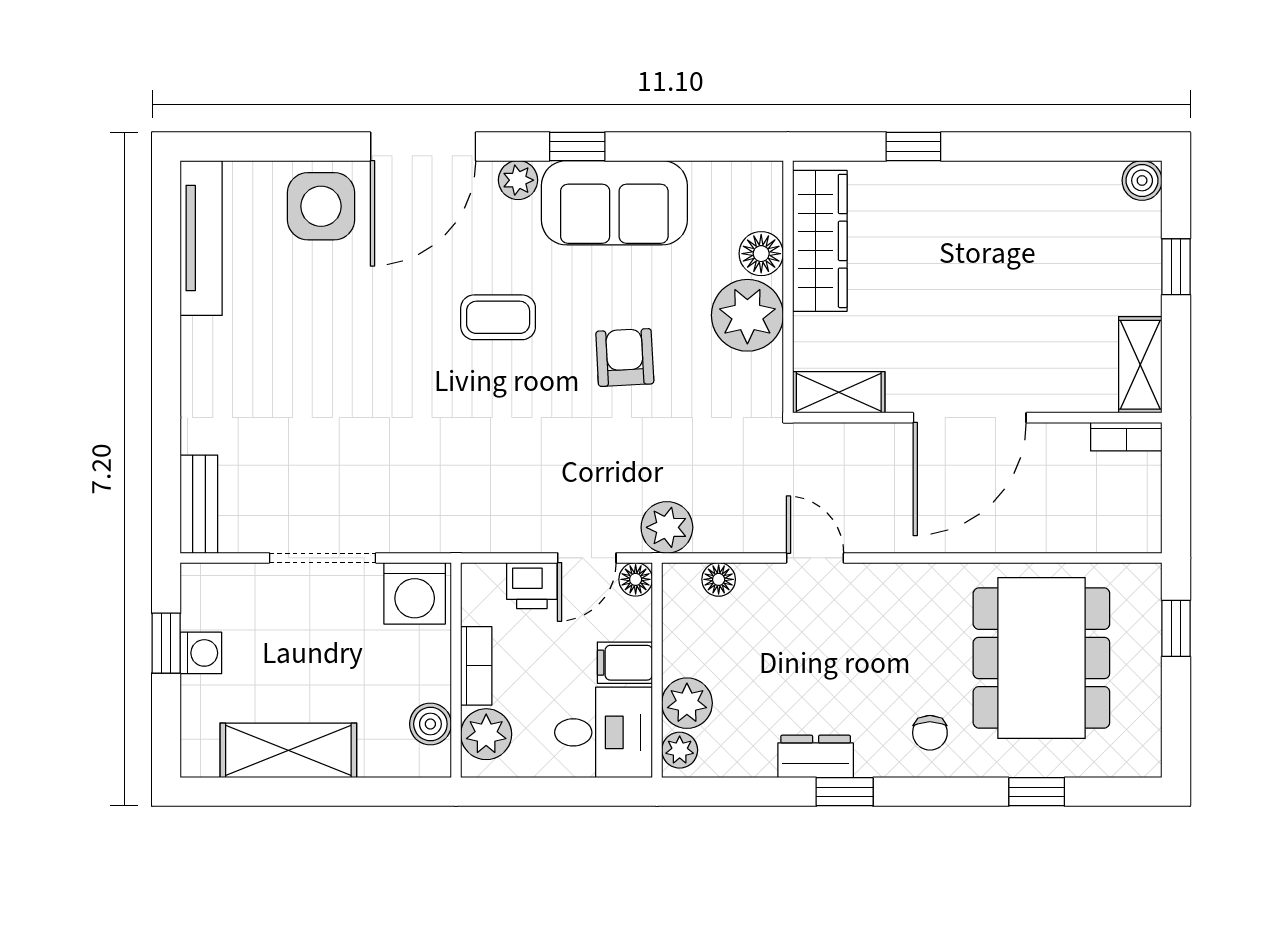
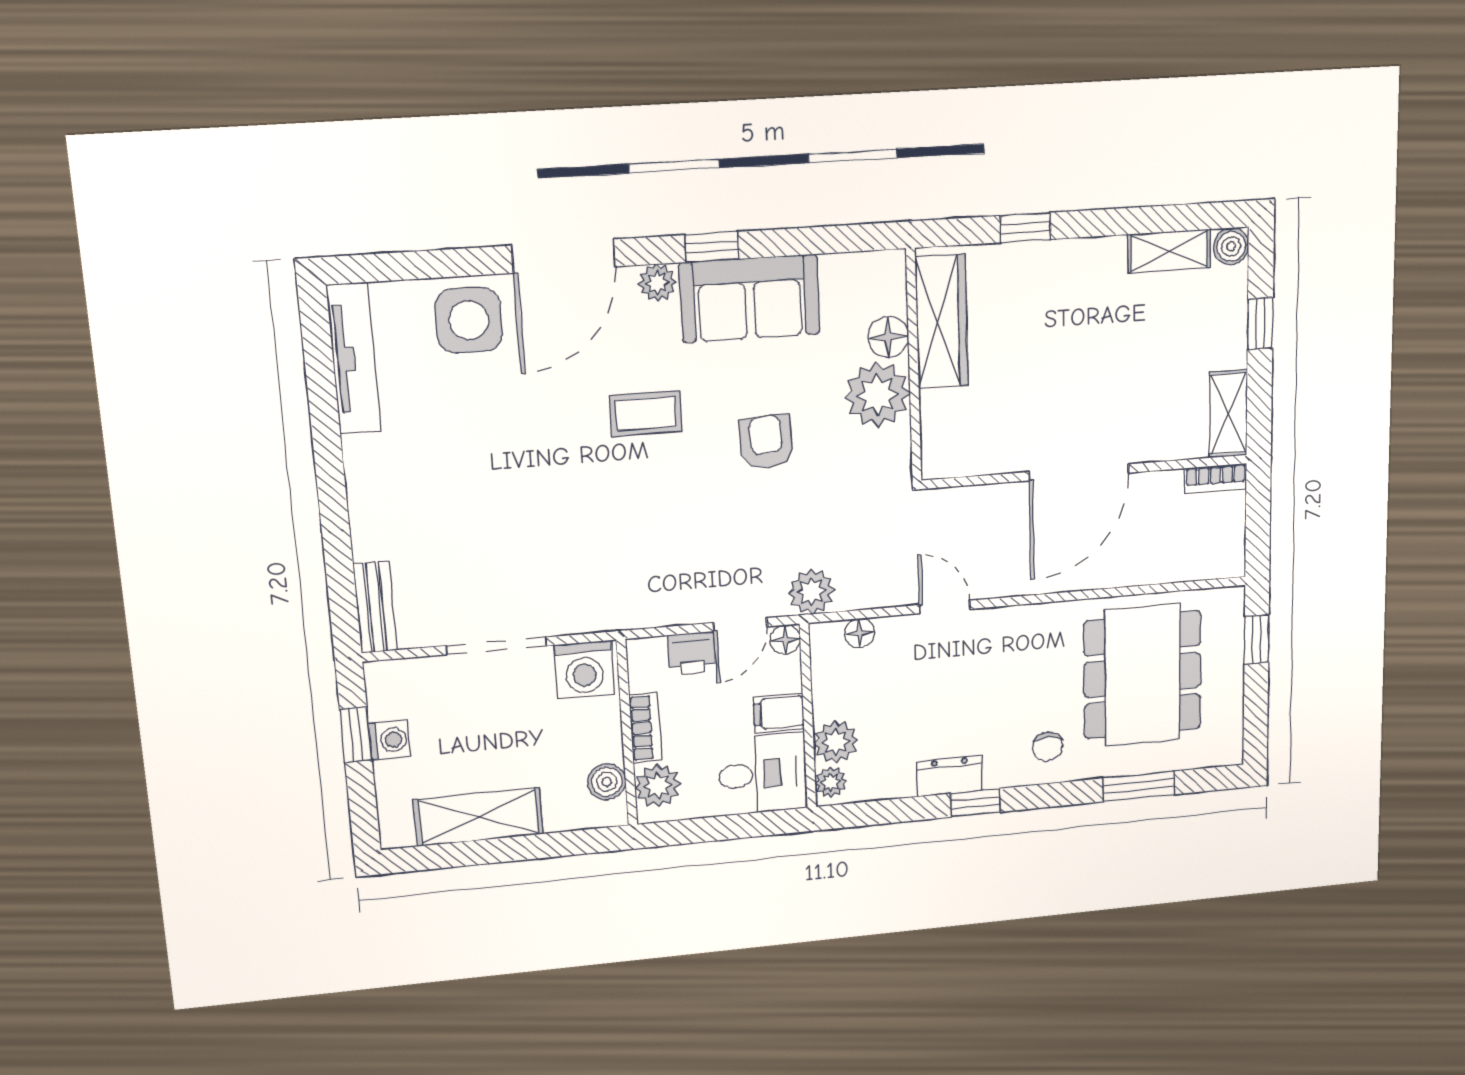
shelving: (839, 392) -> (1169, 251), moved
window: (1037, 792) -> (1139, 786), width x1.50

